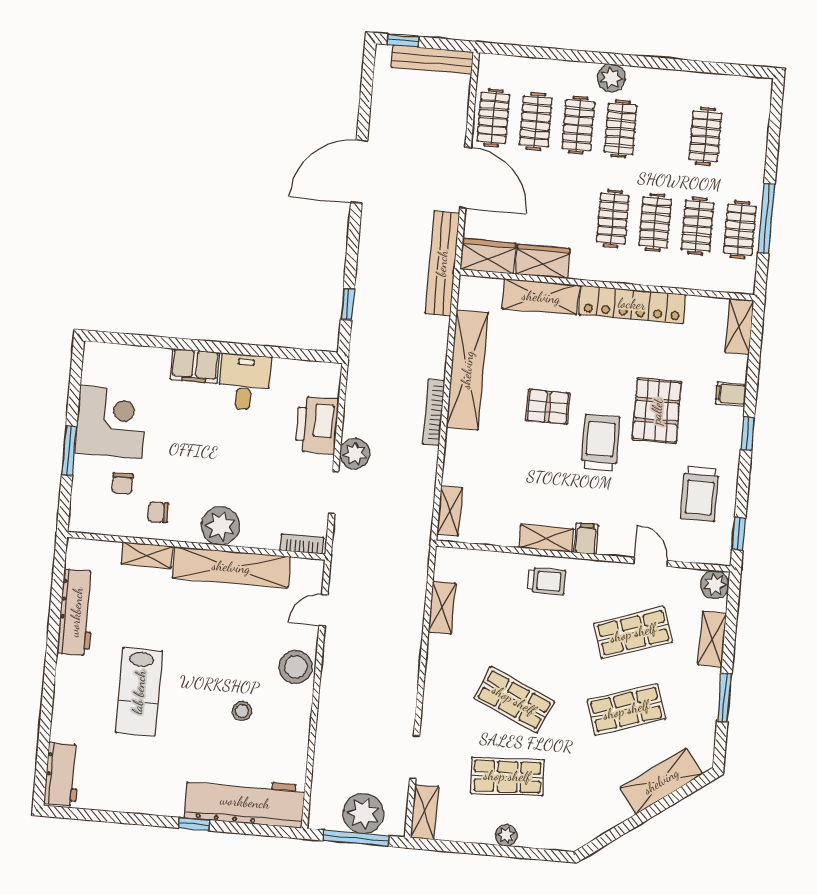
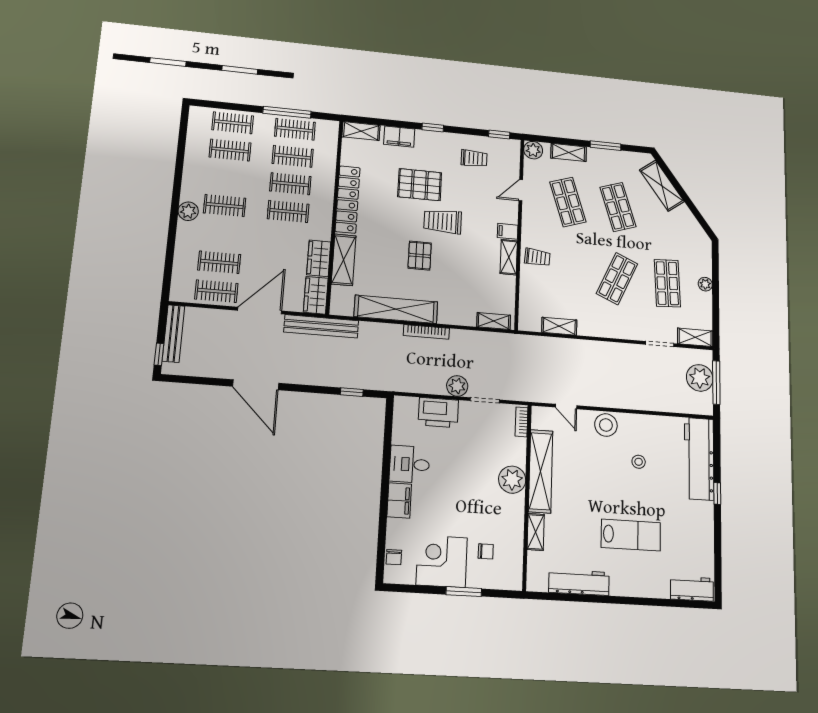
clothes rail: (578, 125) -> (233, 123), moved
filing cabinet: (731, 394) -> (399, 137), width x2.00
trolley: (700, 494) -> (474, 158), width x0.73, depth x0.72
chair: (158, 512) -> (394, 557), moved
trolley: (547, 581) -> (537, 257), turned 94

